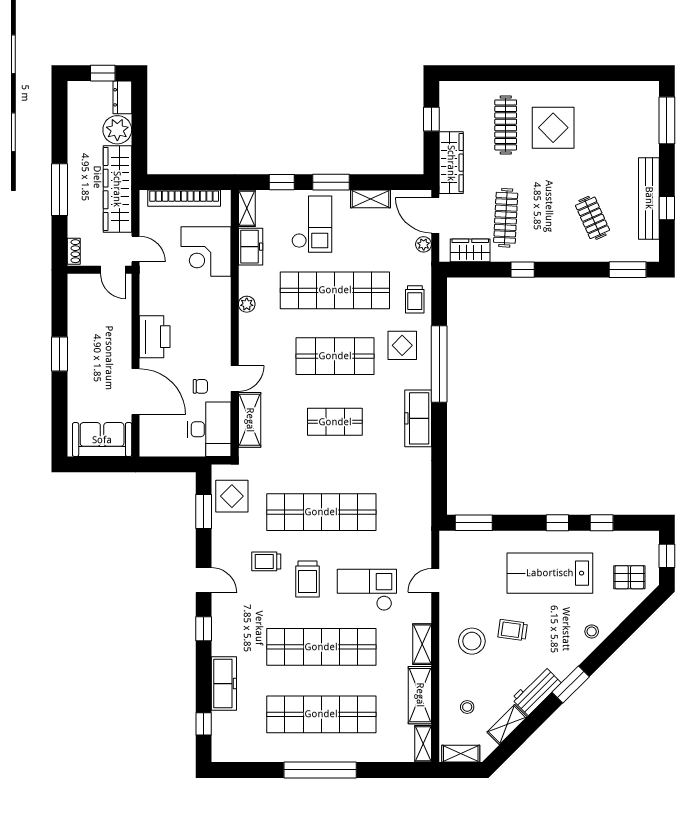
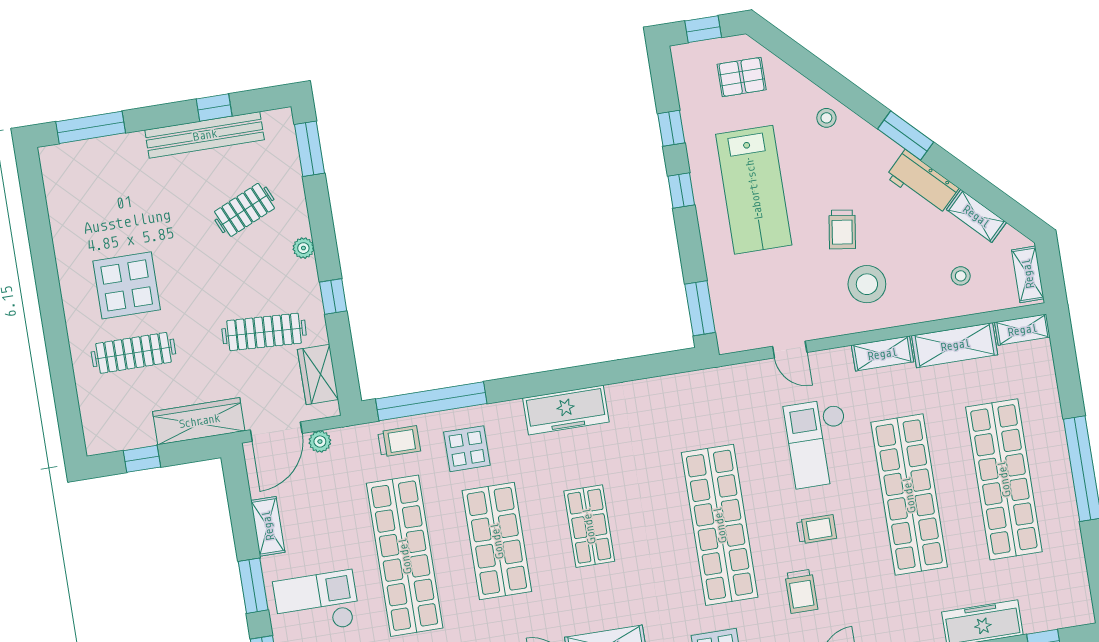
plant: (559, 254) -> (303, 248), added
window: (439, 364) -> (431, 401), moved
pallet: (629, 577) -> (742, 77), turned 90
trolley: (308, 579) -> (817, 529), width x0.73, depth x0.72

